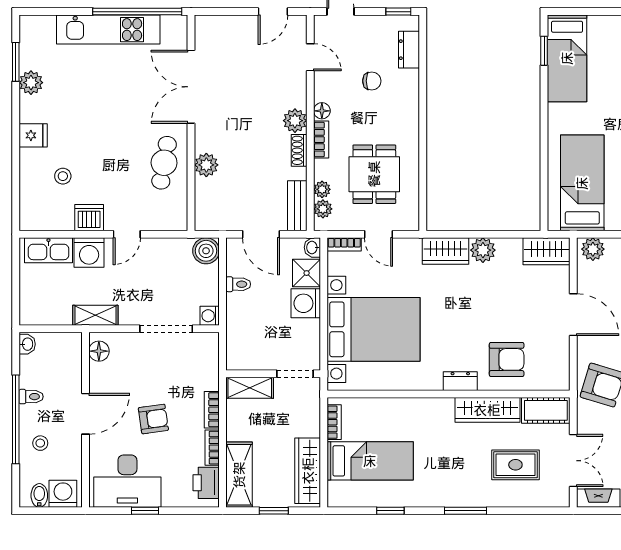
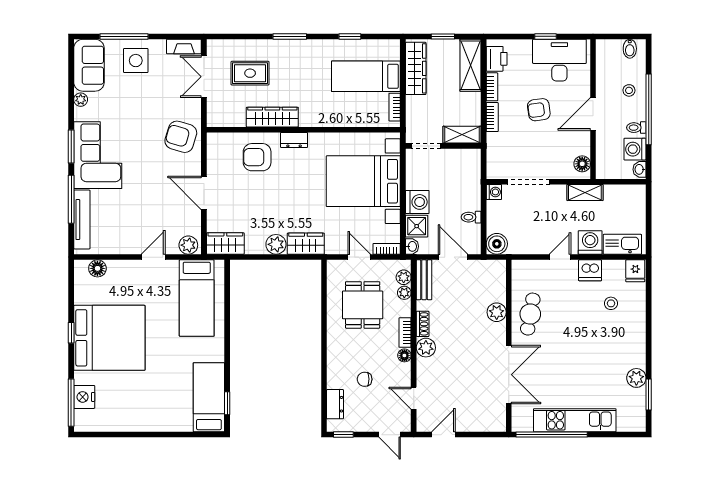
fridge: (33, 135) -> (635, 271), moved, turned -90
cot: (546, 410) -> (226, 117), removed
washing machine: (63, 494) -> (635, 149), moved, turned 90

